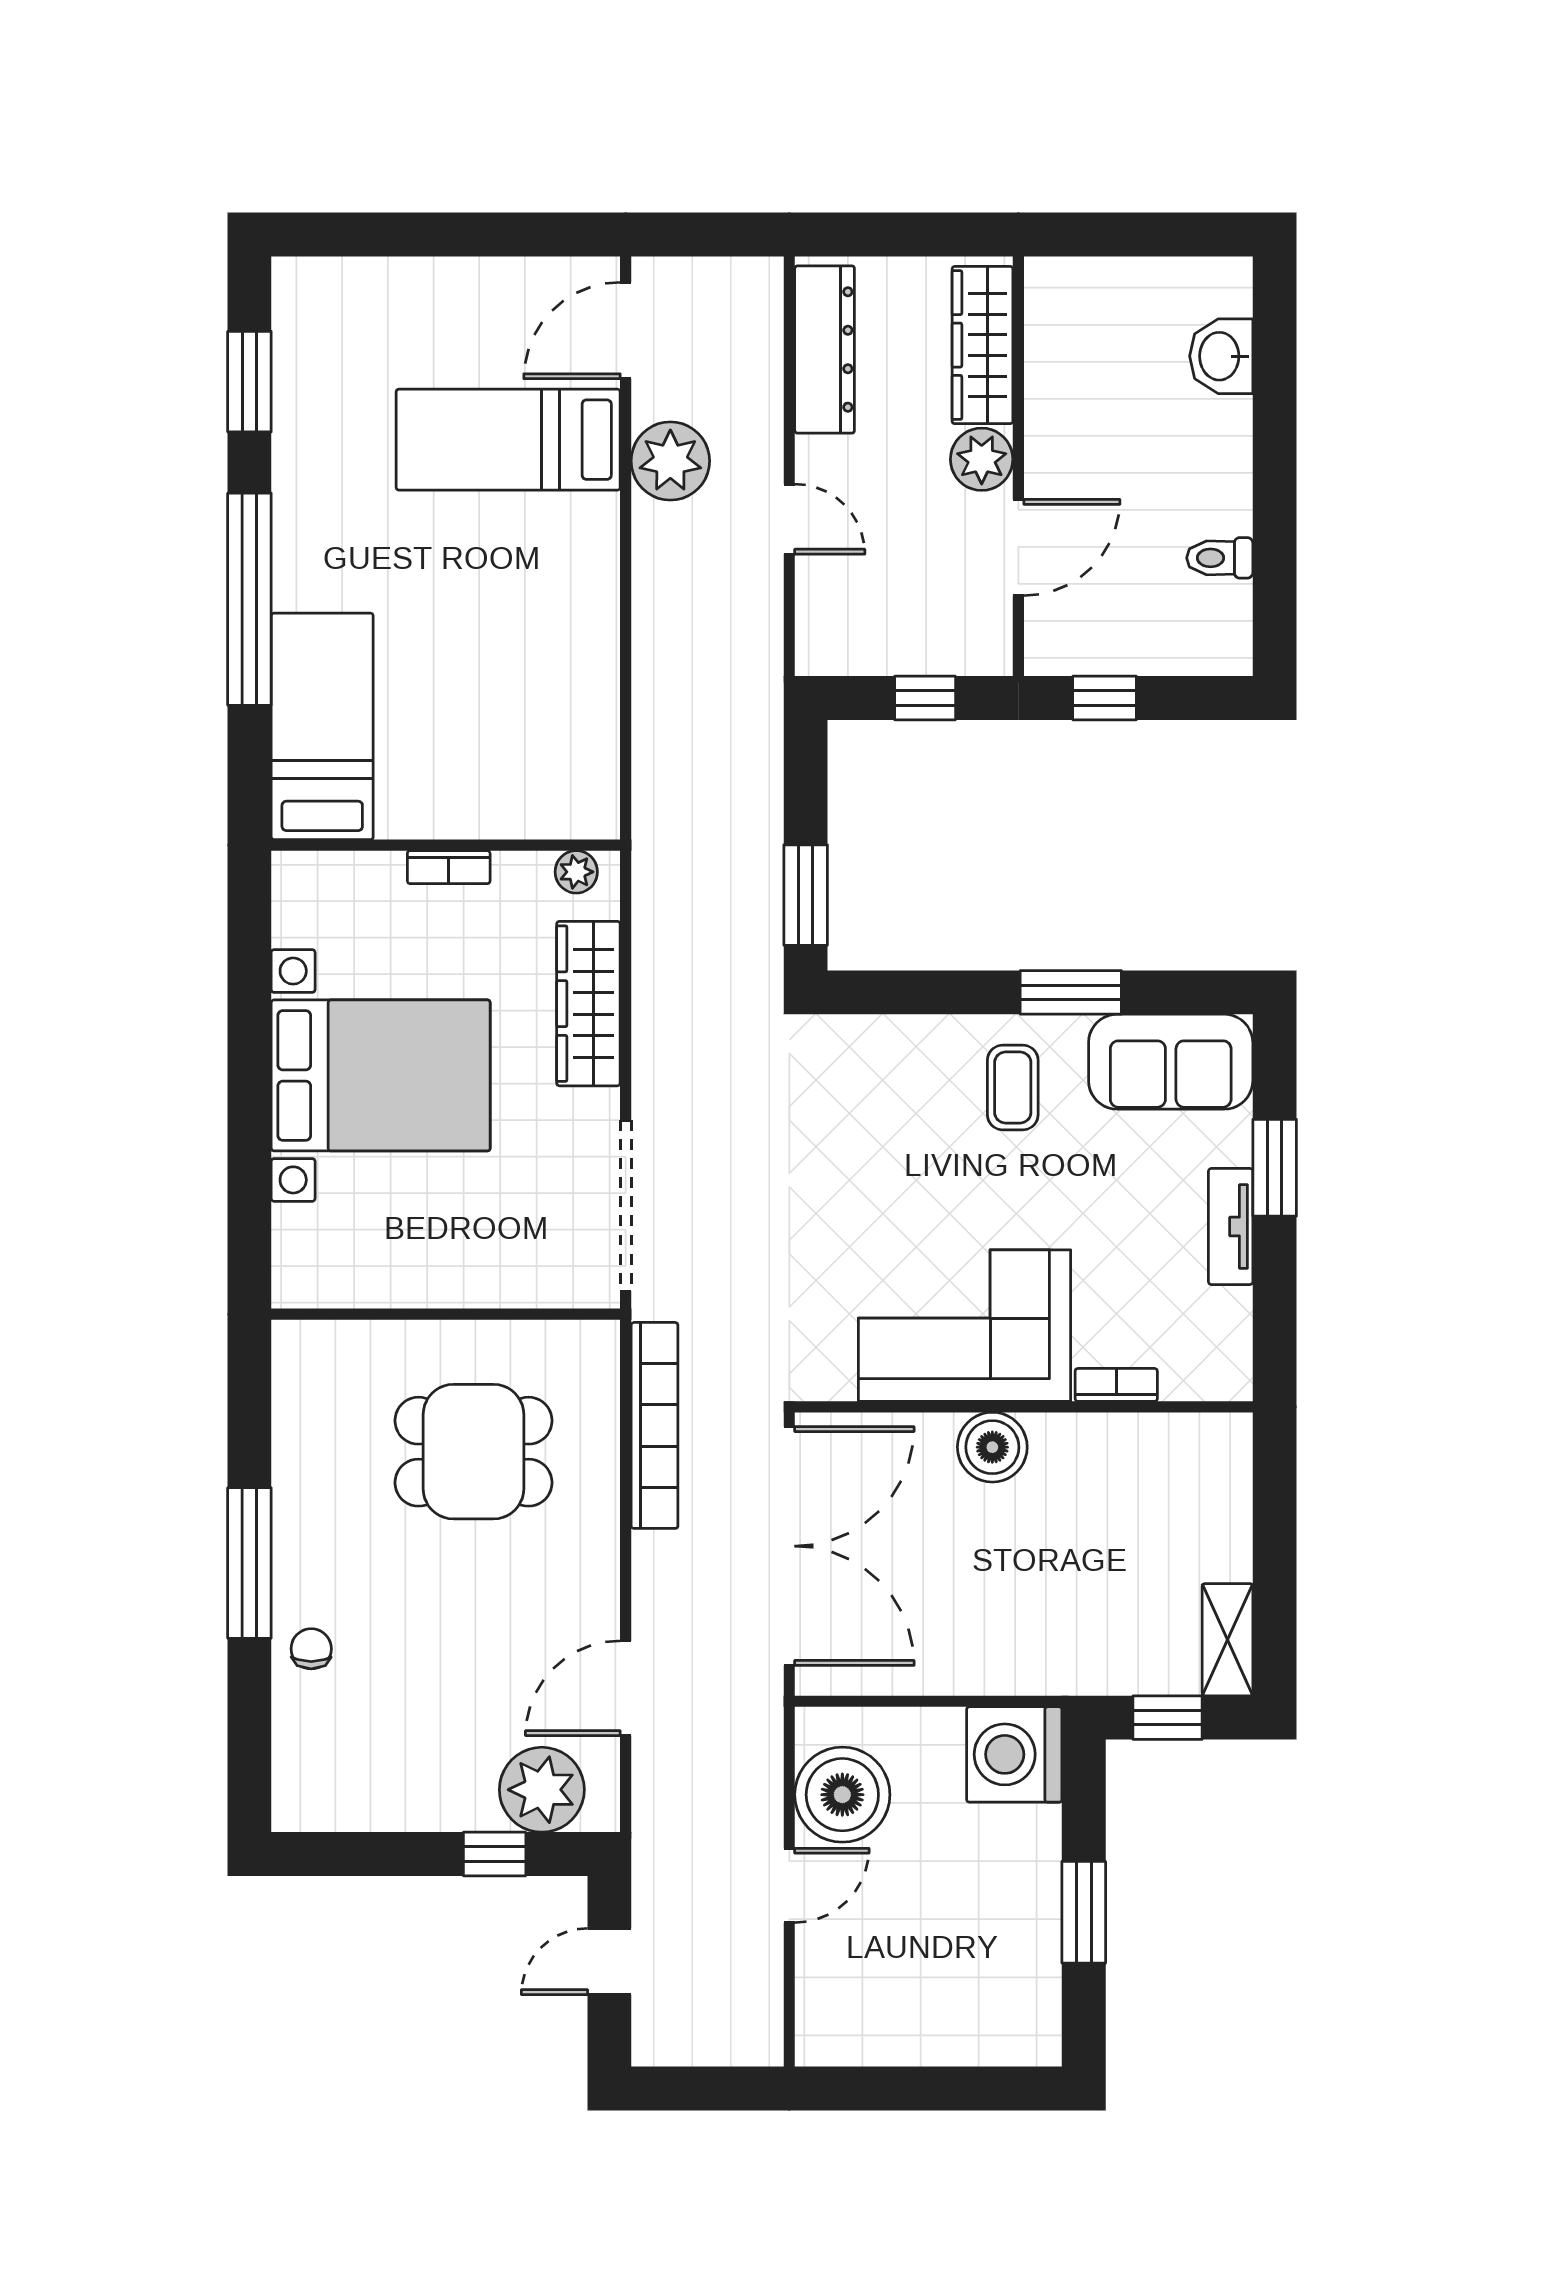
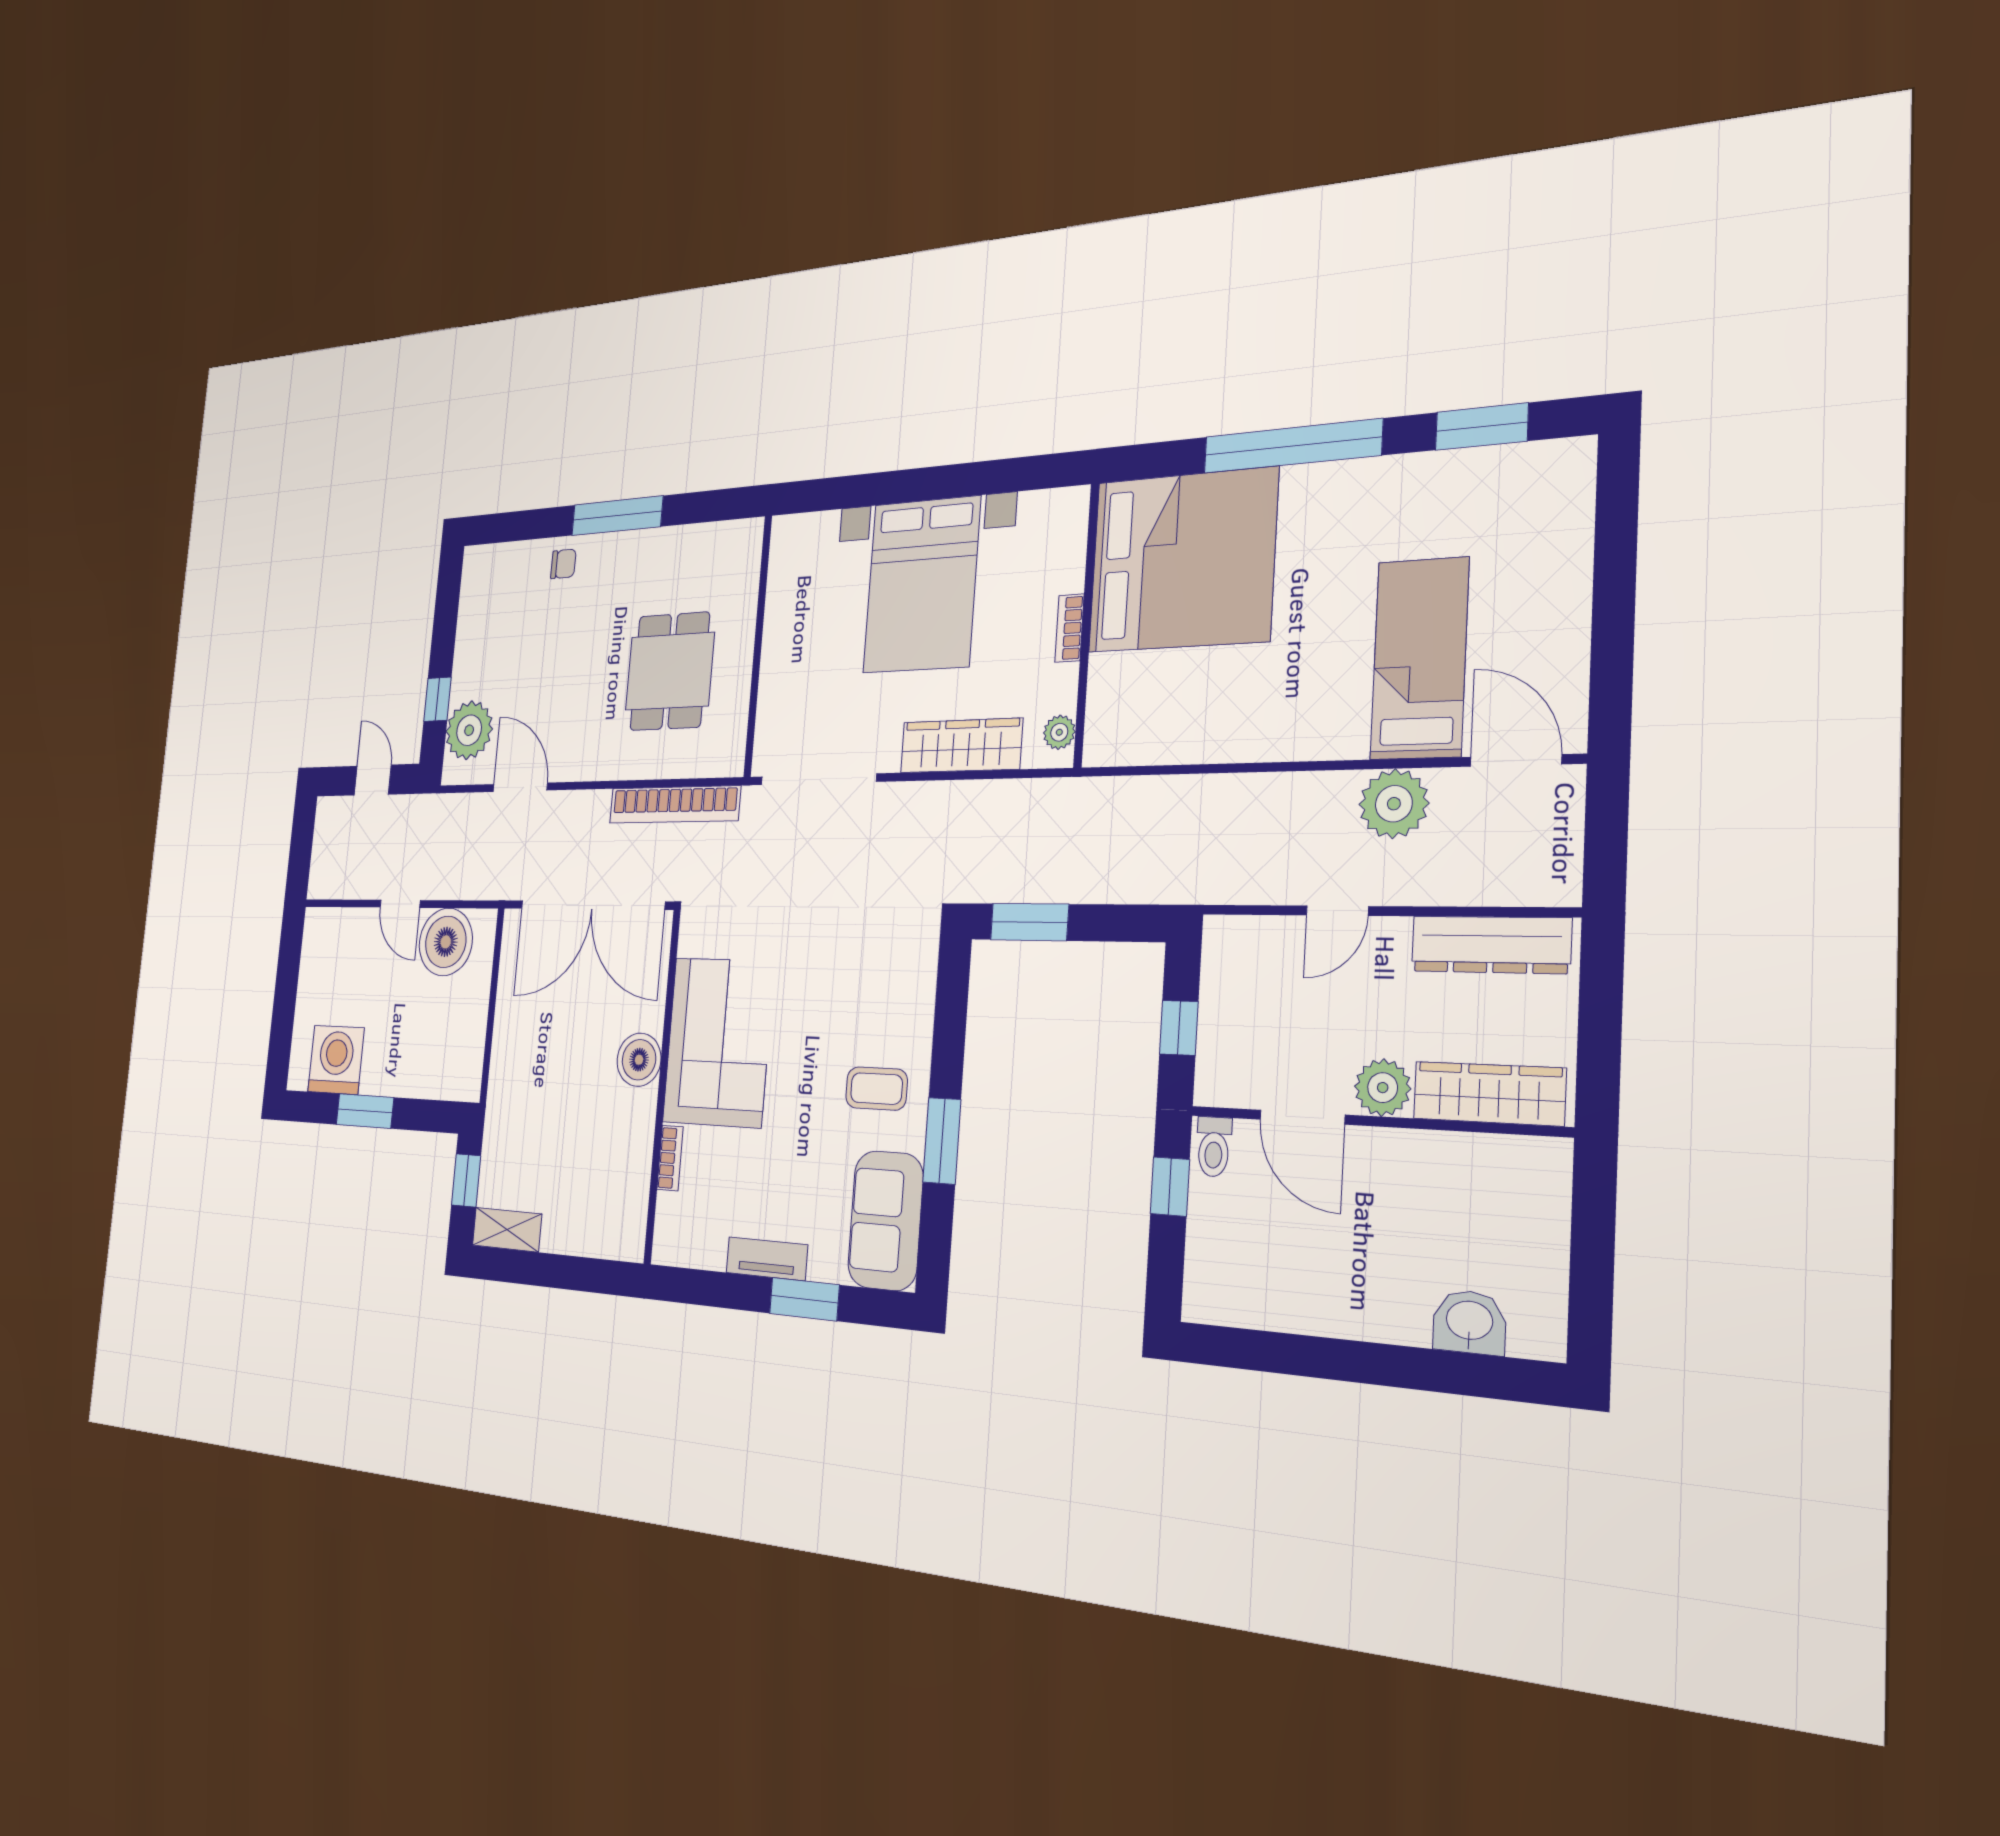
toilet: (1220, 558) -> (1214, 1147), moved, turned 180
bed: (322, 726) -> (1182, 560), width x2.04
washing machine: (1014, 1754) -> (336, 1060), moved

